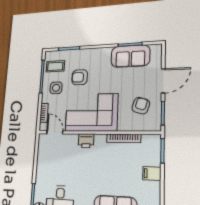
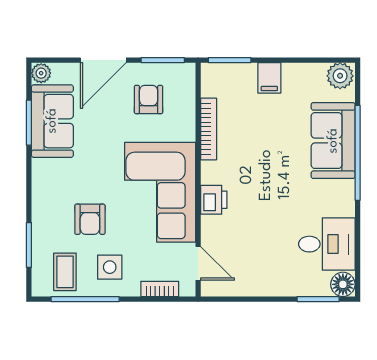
plant: (156, 49) -> (41, 73), added
door: (163, 81) -> (103, 60), swing flipped
armchair: (141, 106) -> (149, 99), turned 73
door: (55, 132) -> (198, 263), swing flipped

